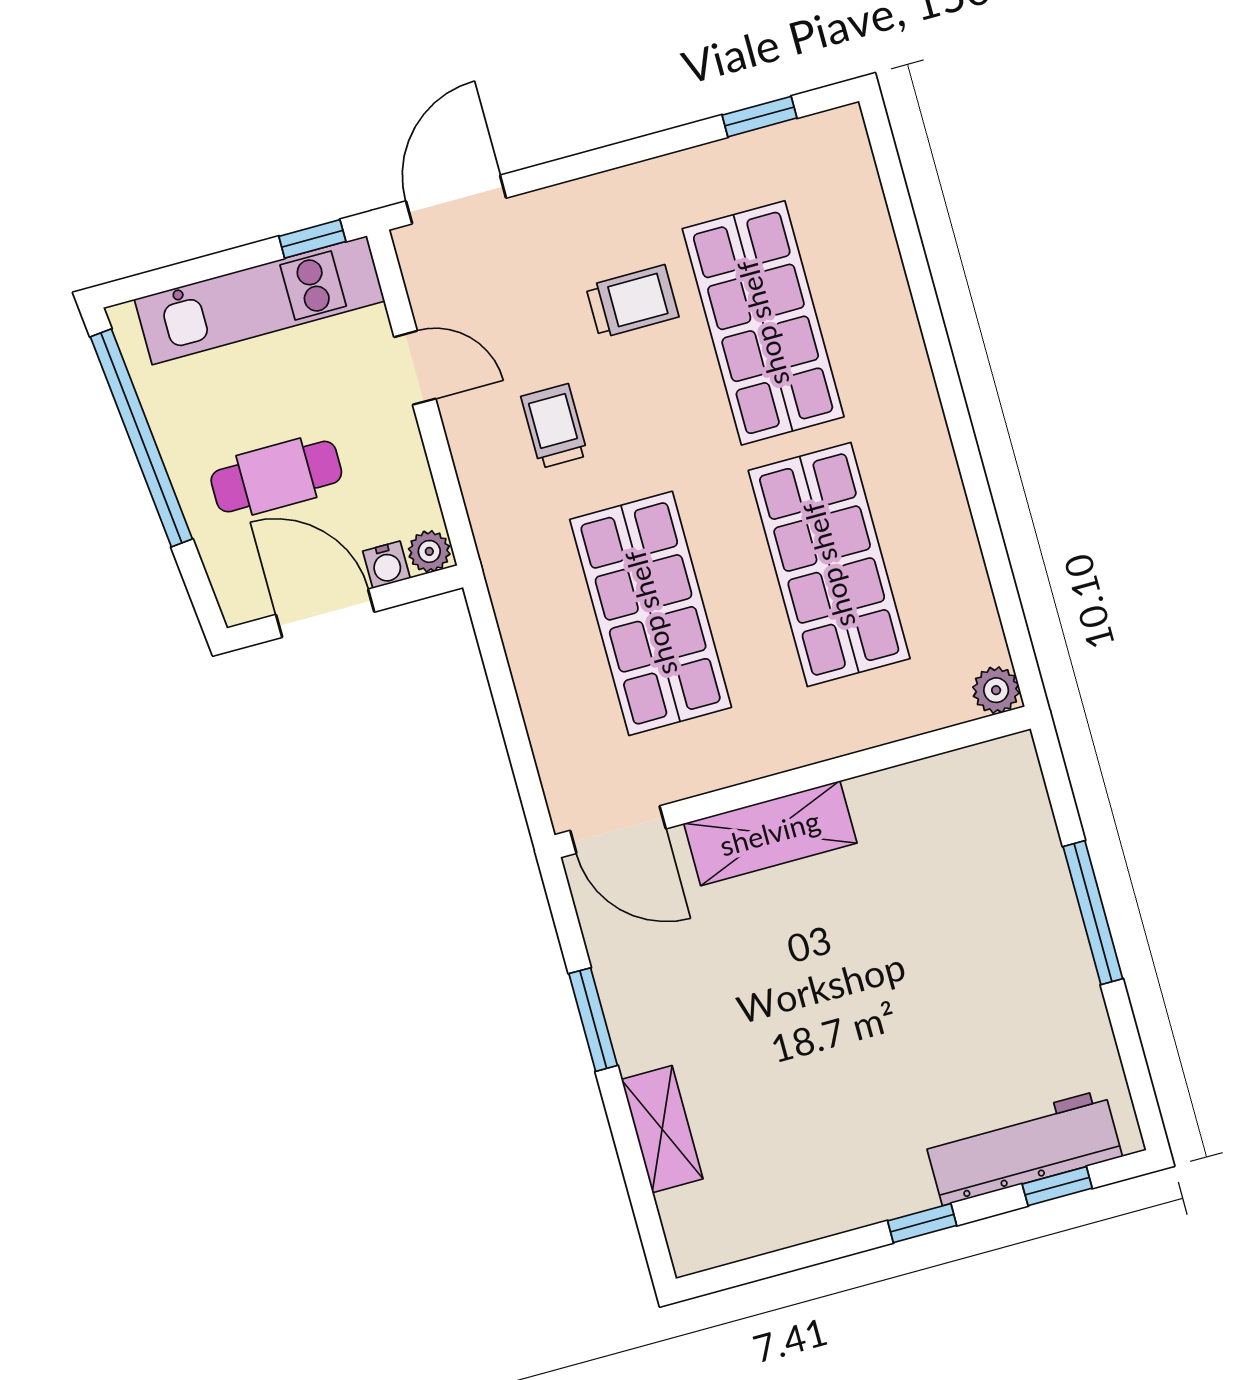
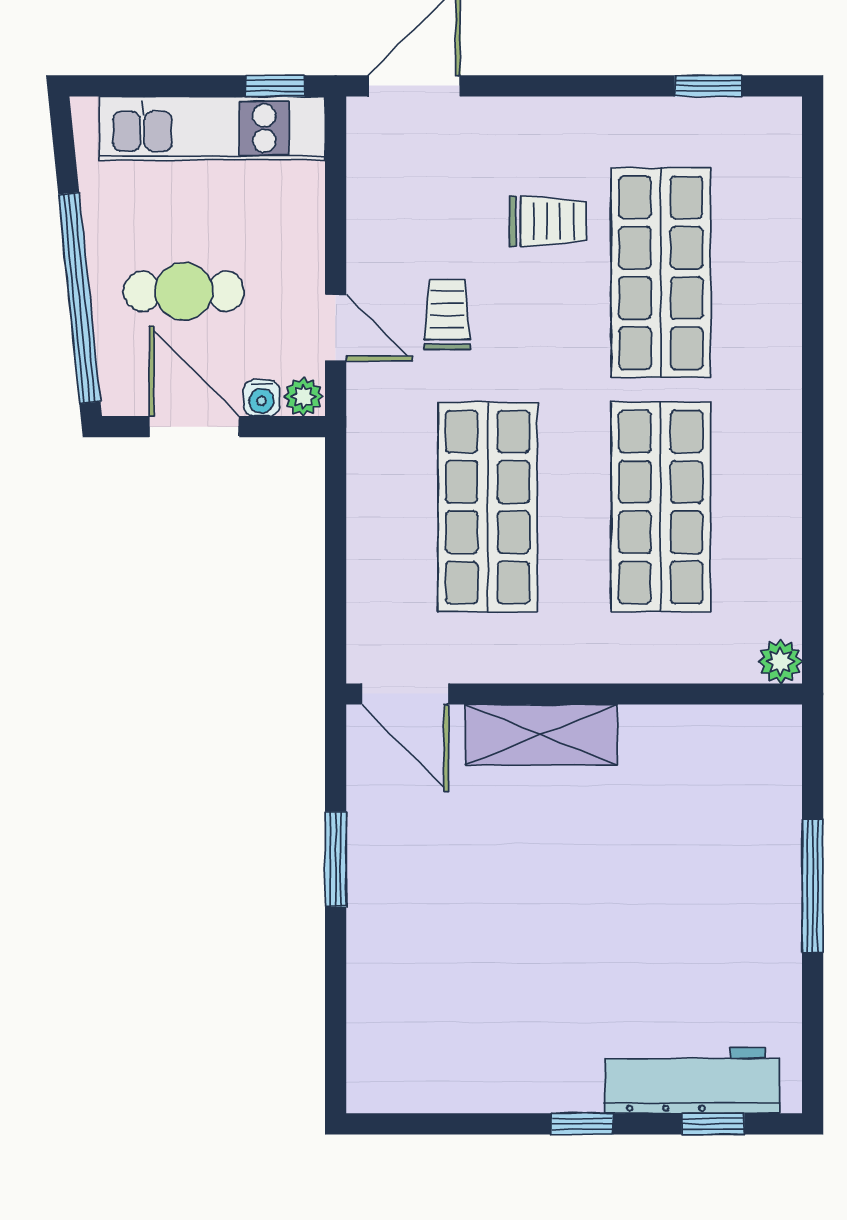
door: (415, 368) -> (336, 328), moved
window: (141, 438) -> (79, 298), moved
shelving: (662, 1129) -> (371, 975), removed

